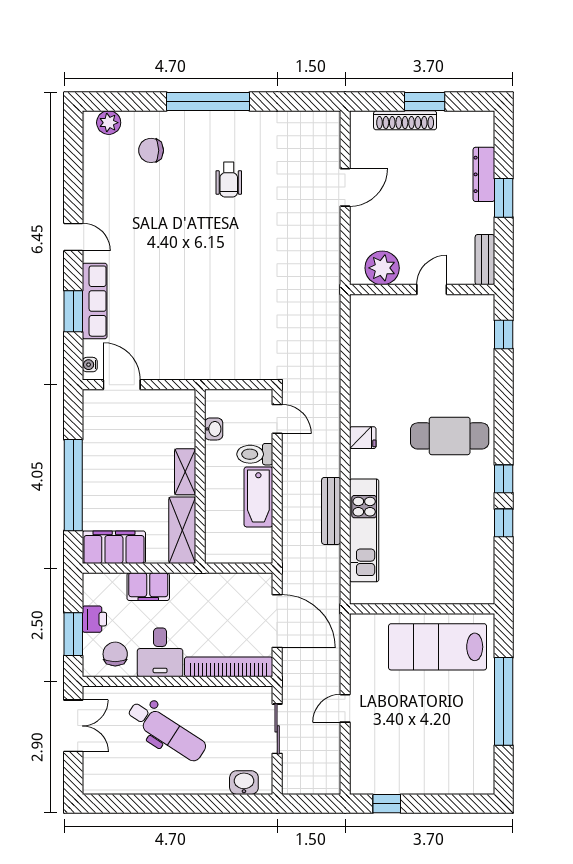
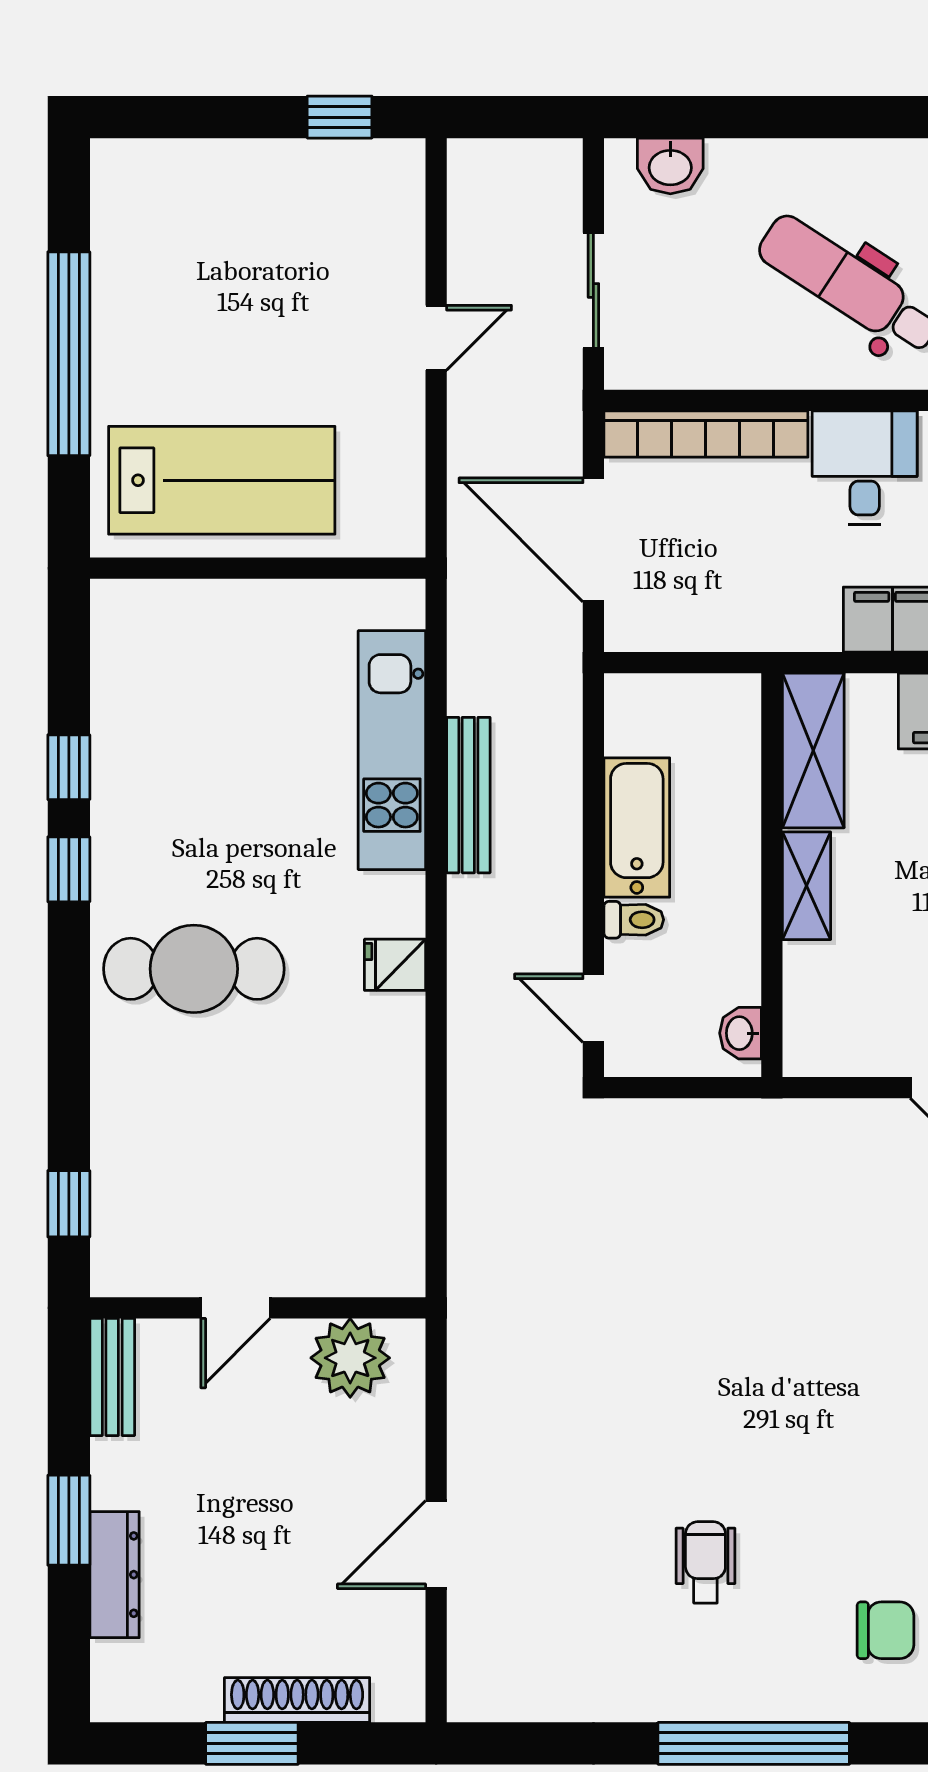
washbasin: (214, 429) -> (741, 1033), moved
toilet: (255, 454) -> (634, 920), width x0.73, depth x0.72

